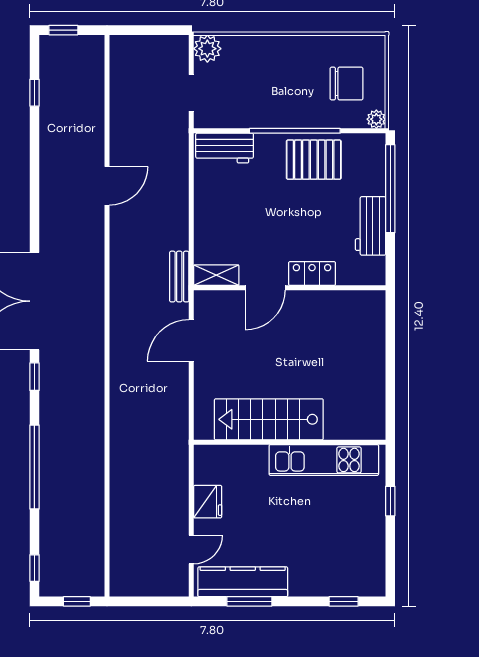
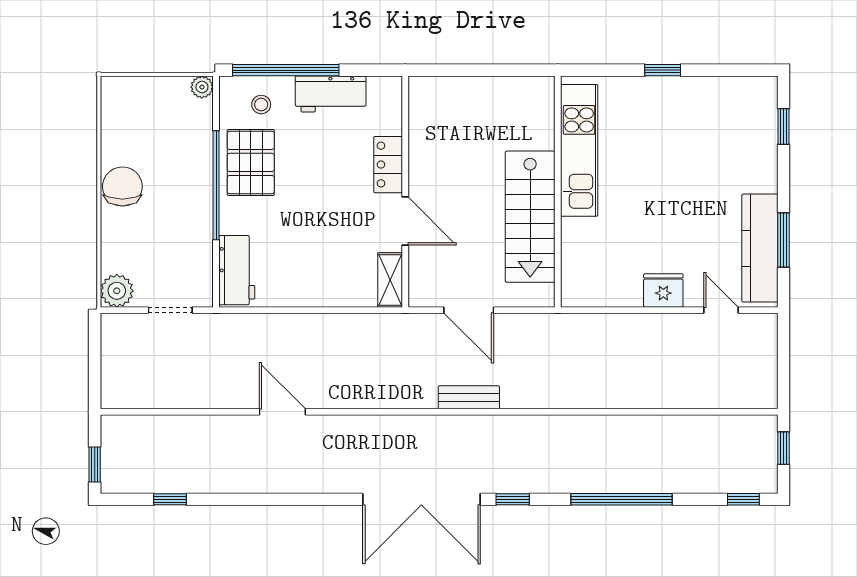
chair: (346, 84) -> (122, 187), moved
stool: (362, 168) -> (261, 105), added
bench: (179, 277) -> (469, 397), moved
stairs: (269, 419) -> (530, 217), moved
wall: (290, 442) -> (558, 192), moved
kitchen unit: (324, 460) -> (579, 150), moved

